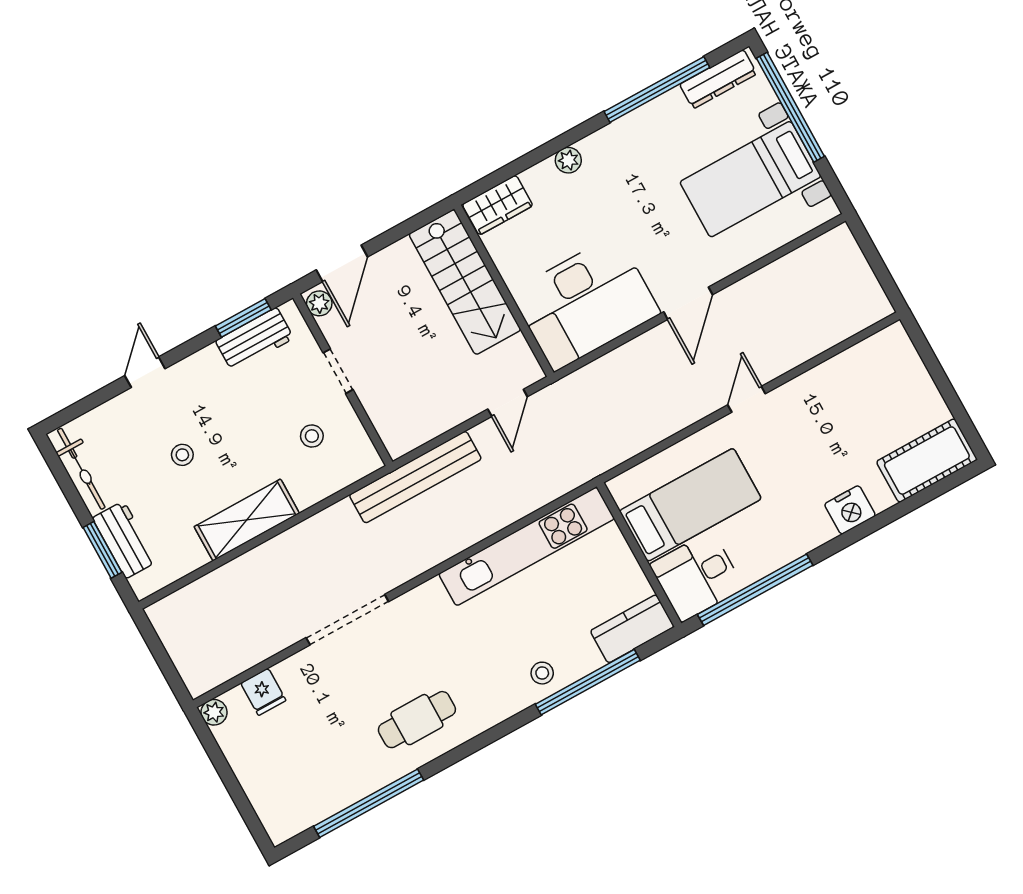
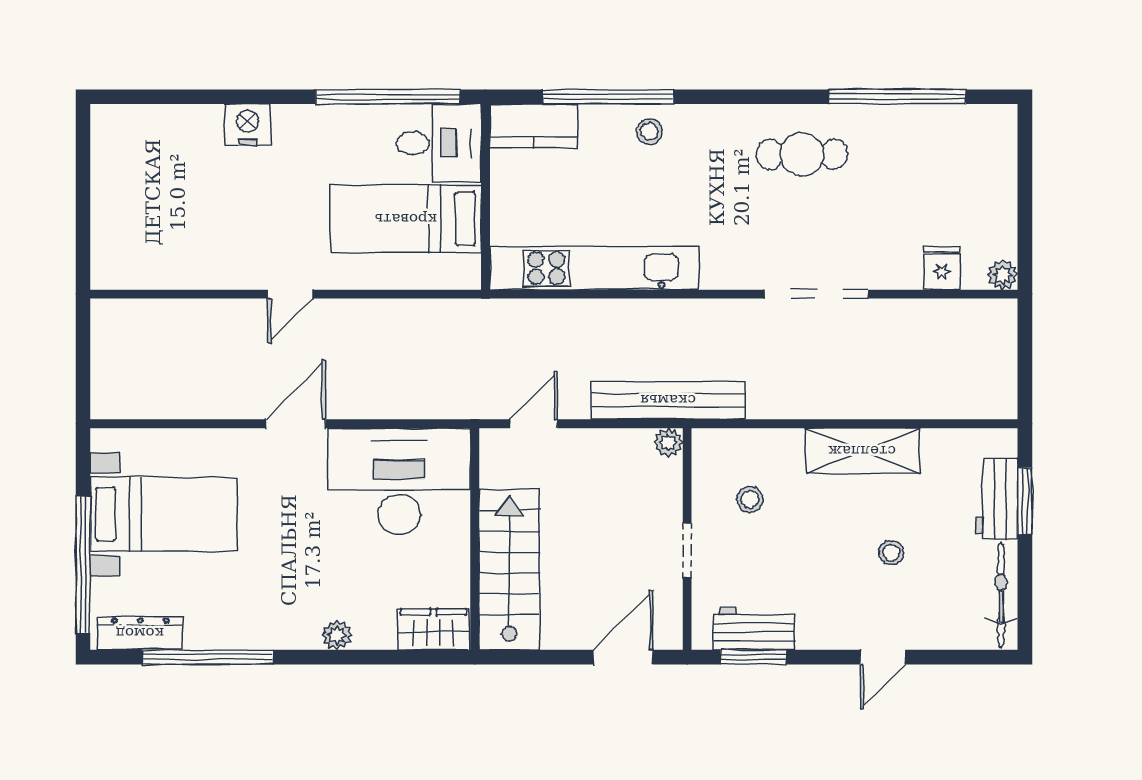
plant: (319, 303) -> (668, 443), moved
cot: (927, 461) -> (142, 132), removed

